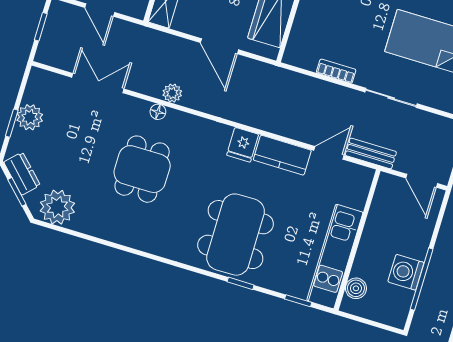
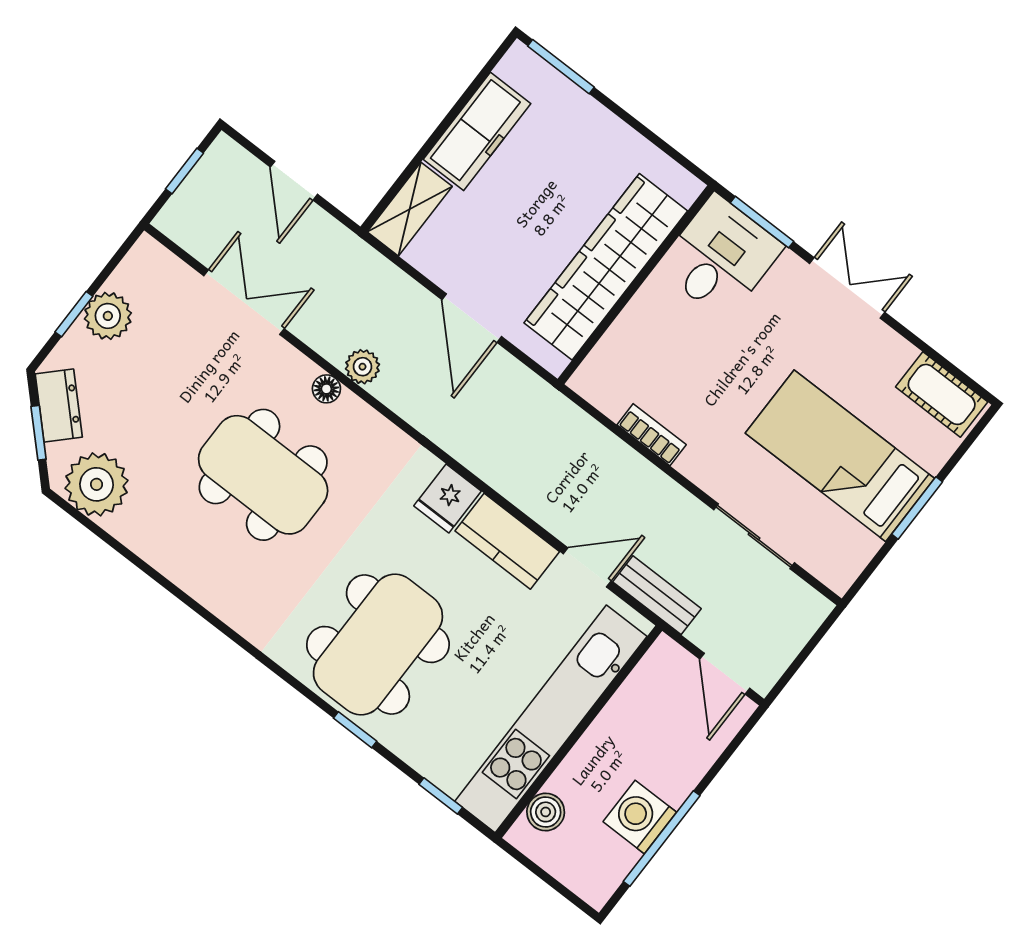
sliding door: (391, 98) -> (754, 536), moved
dining table: (142, 169) -> (263, 475), width x1.38
kitchen unit: (335, 256) -> (551, 719), width x1.36

